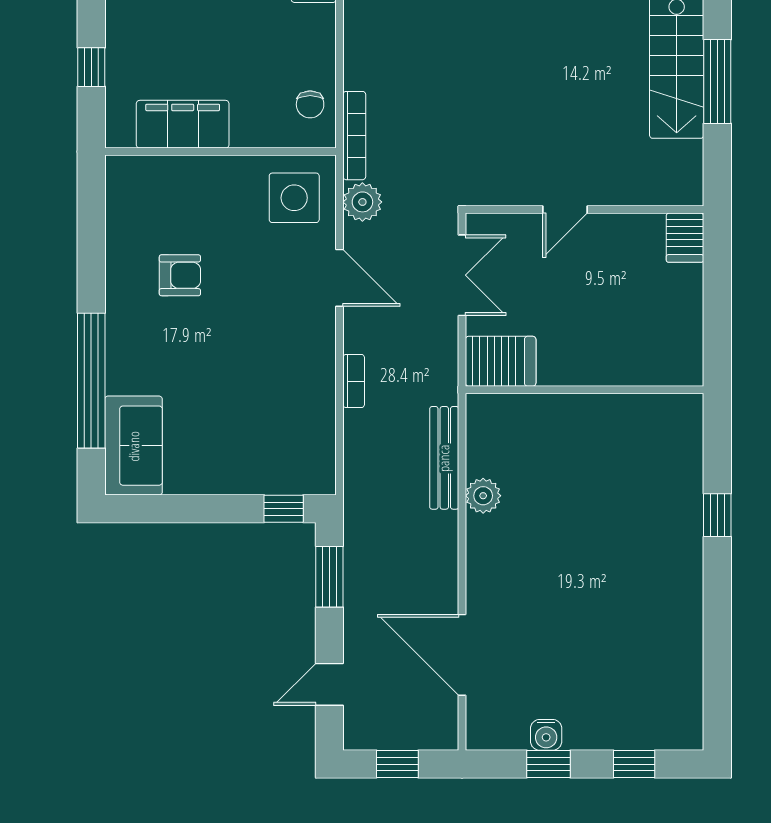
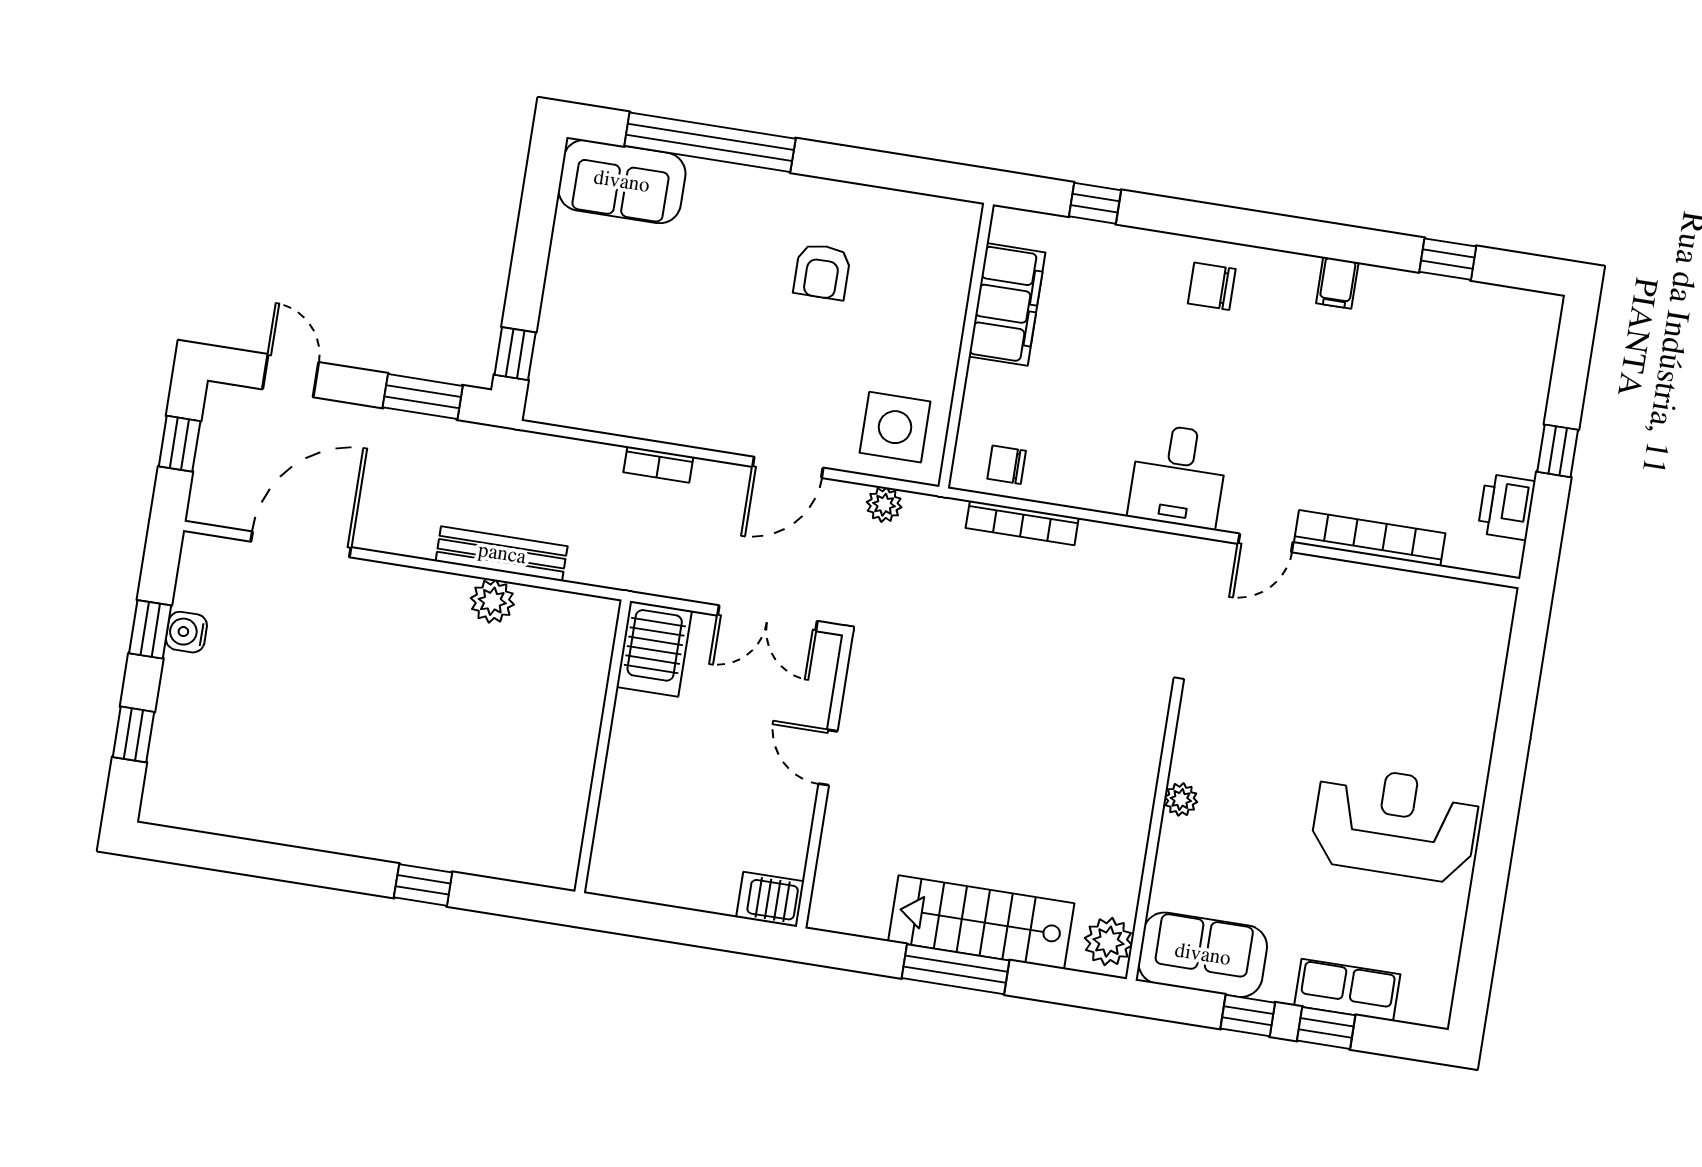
bookcase: (354, 136) -> (1022, 523), moved
plant: (362, 202) -> (884, 505), width x0.73, depth x0.73
bench: (444, 458) -> (502, 554), moved

